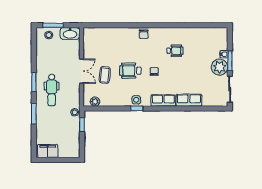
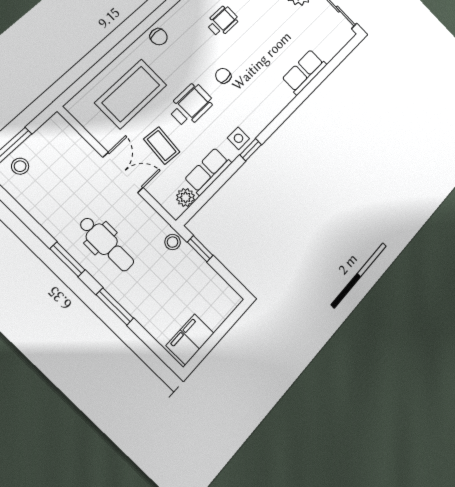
washbasin: (70, 33) -> (51, 133), removed
coffee table: (112, 46) -> (131, 94), added
wheelchair: (130, 71) -> (191, 105), turned 180
row of seats: (163, 100) -> (208, 171), moved

